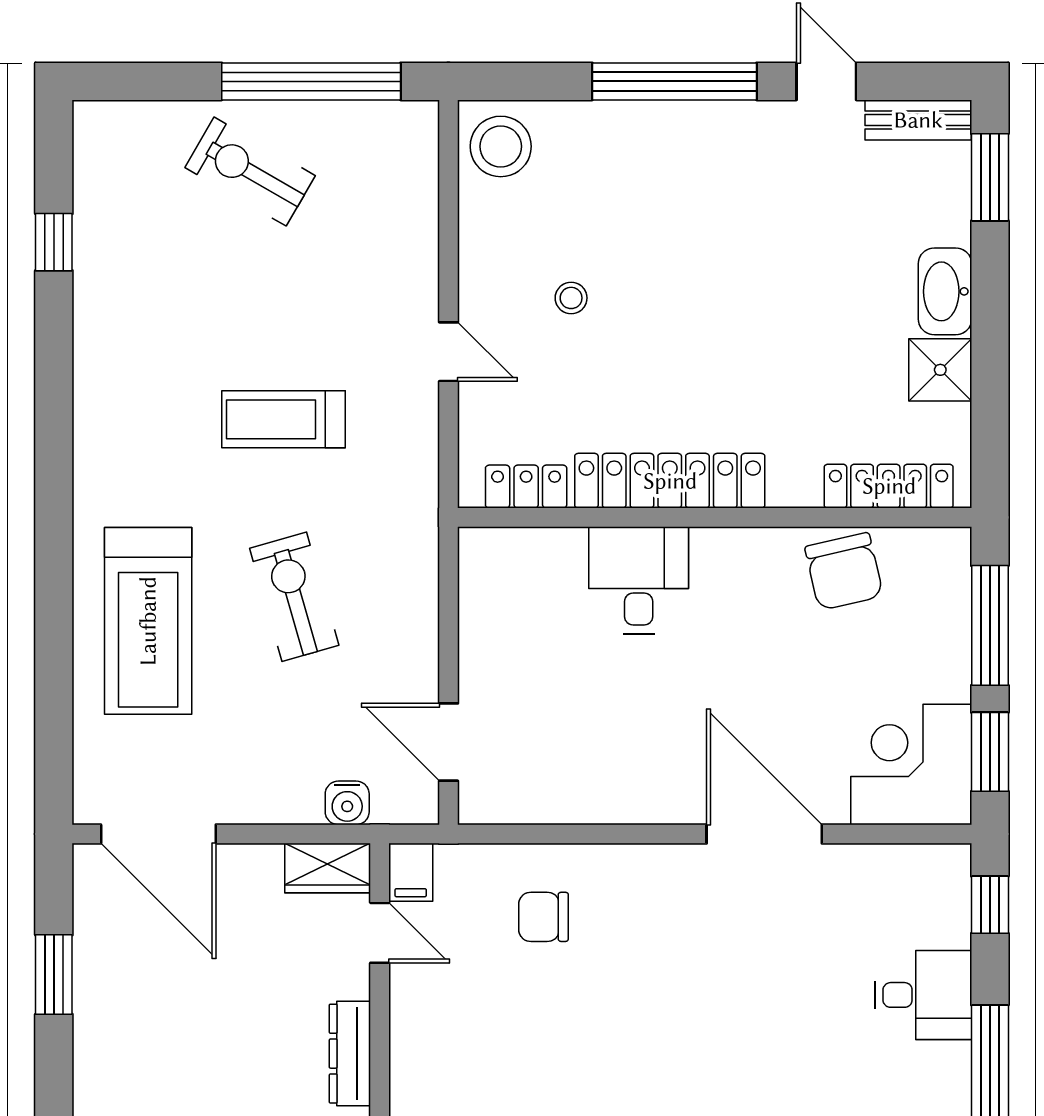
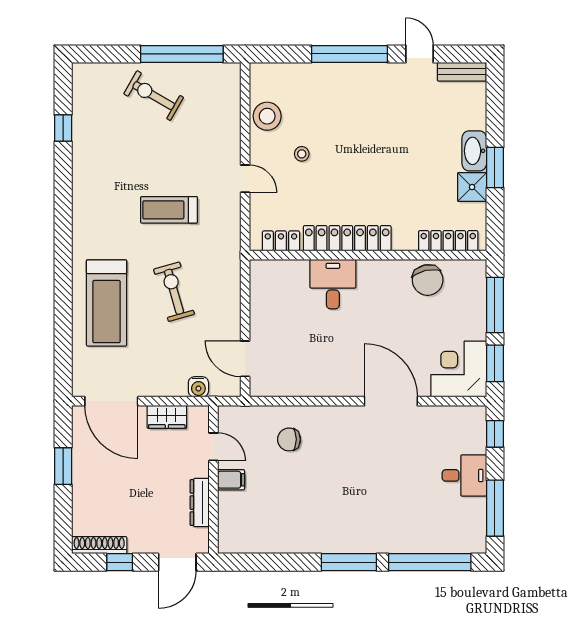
stool: (501, 146) -> (267, 116), moved
window: (990, 177) -> (495, 167), moved
wardrobe: (328, 868) -> (167, 417), moved
filing cabinet: (411, 872) -> (231, 480), moved, turned -90

